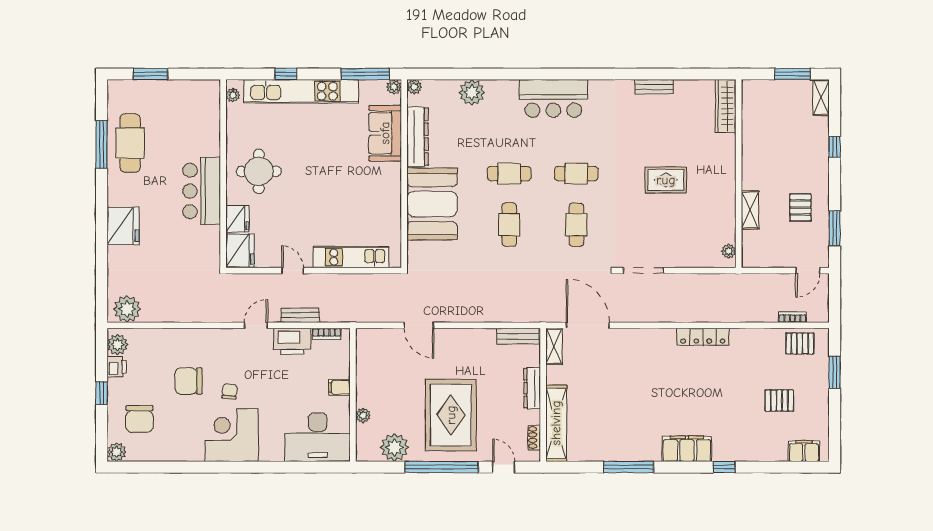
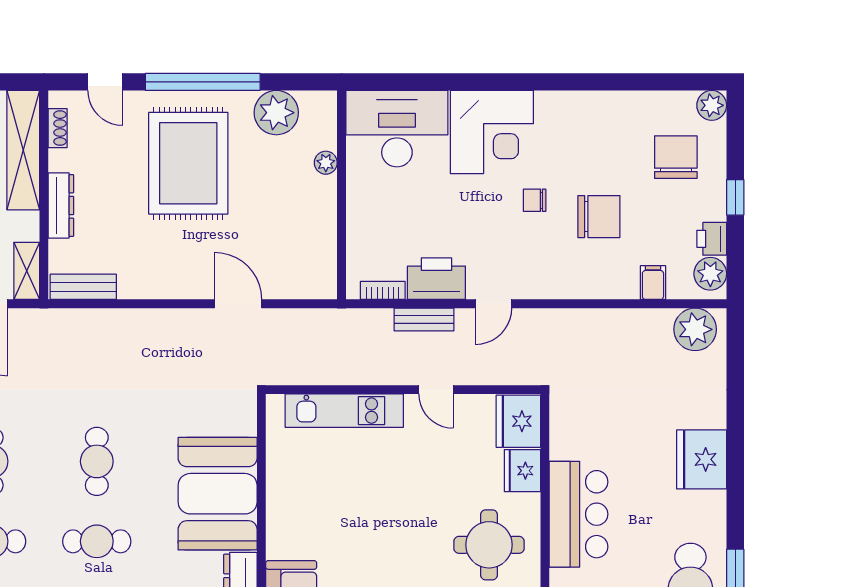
filing cabinet: (339, 387) -> (653, 283), moved, turned -90
chair: (230, 391) -> (535, 200), turned 84
corner desk: (232, 435) -> (492, 132), moved

